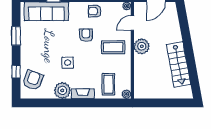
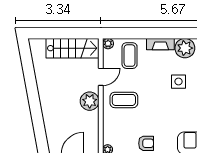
door: (132, 23) -> (101, 77), moved
armchair: (86, 35) -> (157, 114), removed
stairs: (179, 65) -> (73, 48), moved, turned 100

